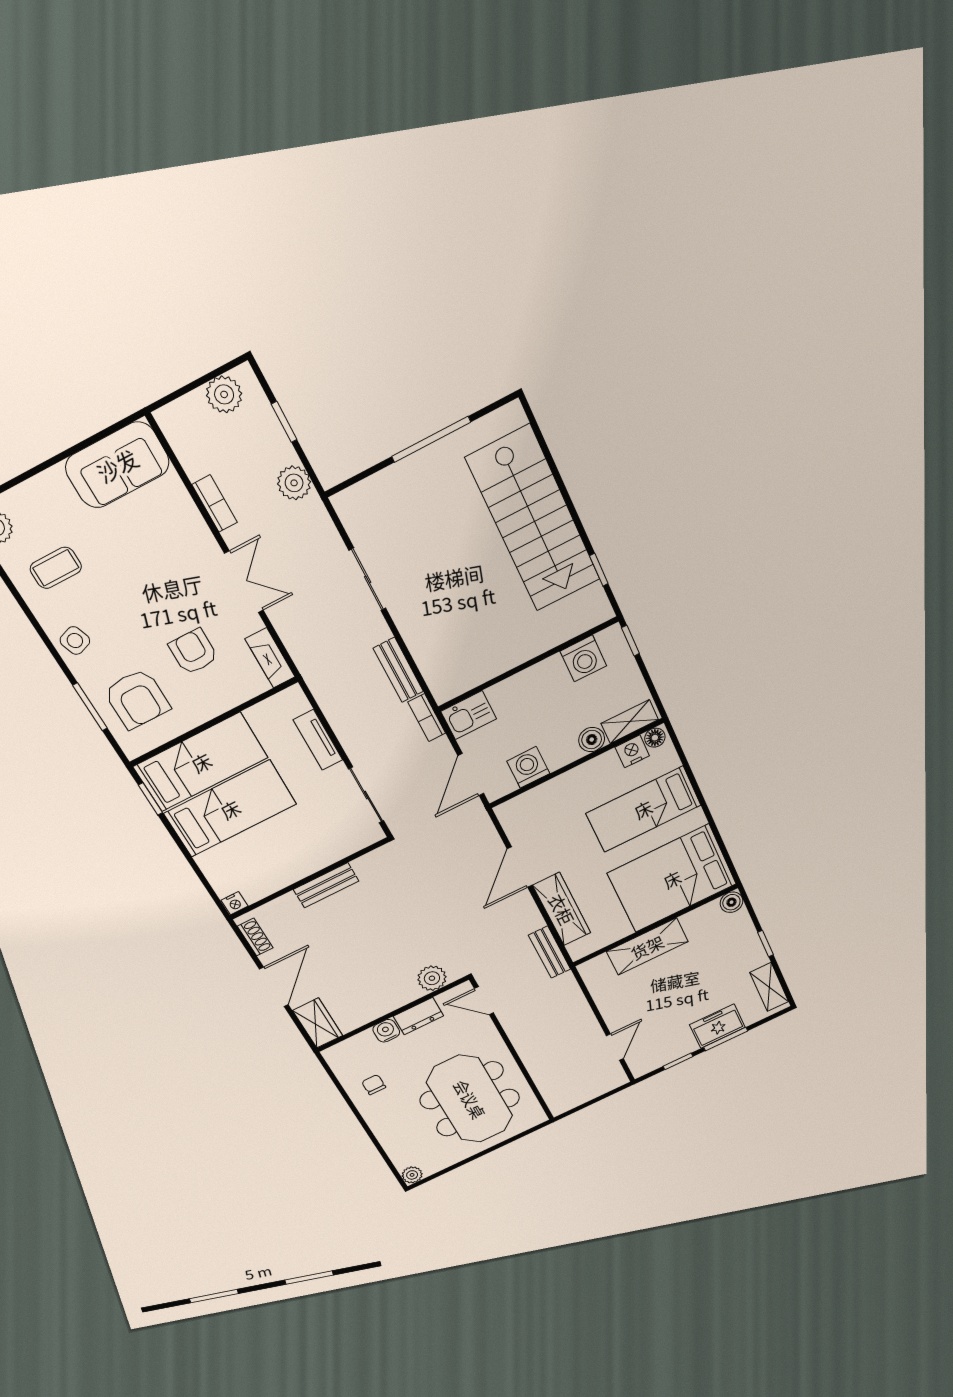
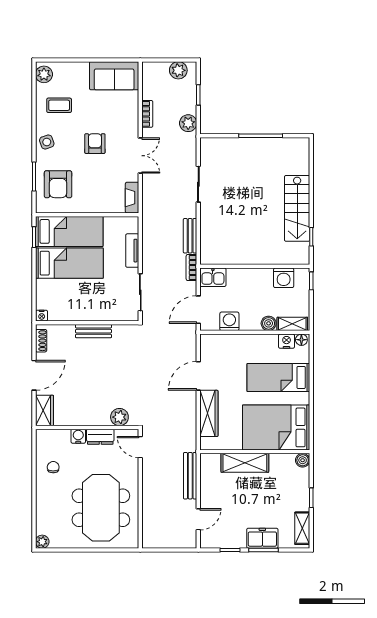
stairs: (534, 519) -> (297, 208), width x0.73, depth x0.66
armchair: (193, 652) -> (95, 144), moved
bench: (550, 952) -> (190, 476), moved, width x1.36

